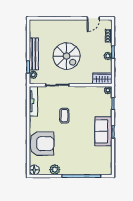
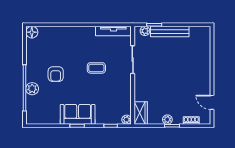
spiral stairs: (67, 56) -> (167, 70), removed
armchair: (42, 144) -> (56, 74), moved, width x0.53, depth x0.53
plant: (55, 170) -> (32, 89), moved

